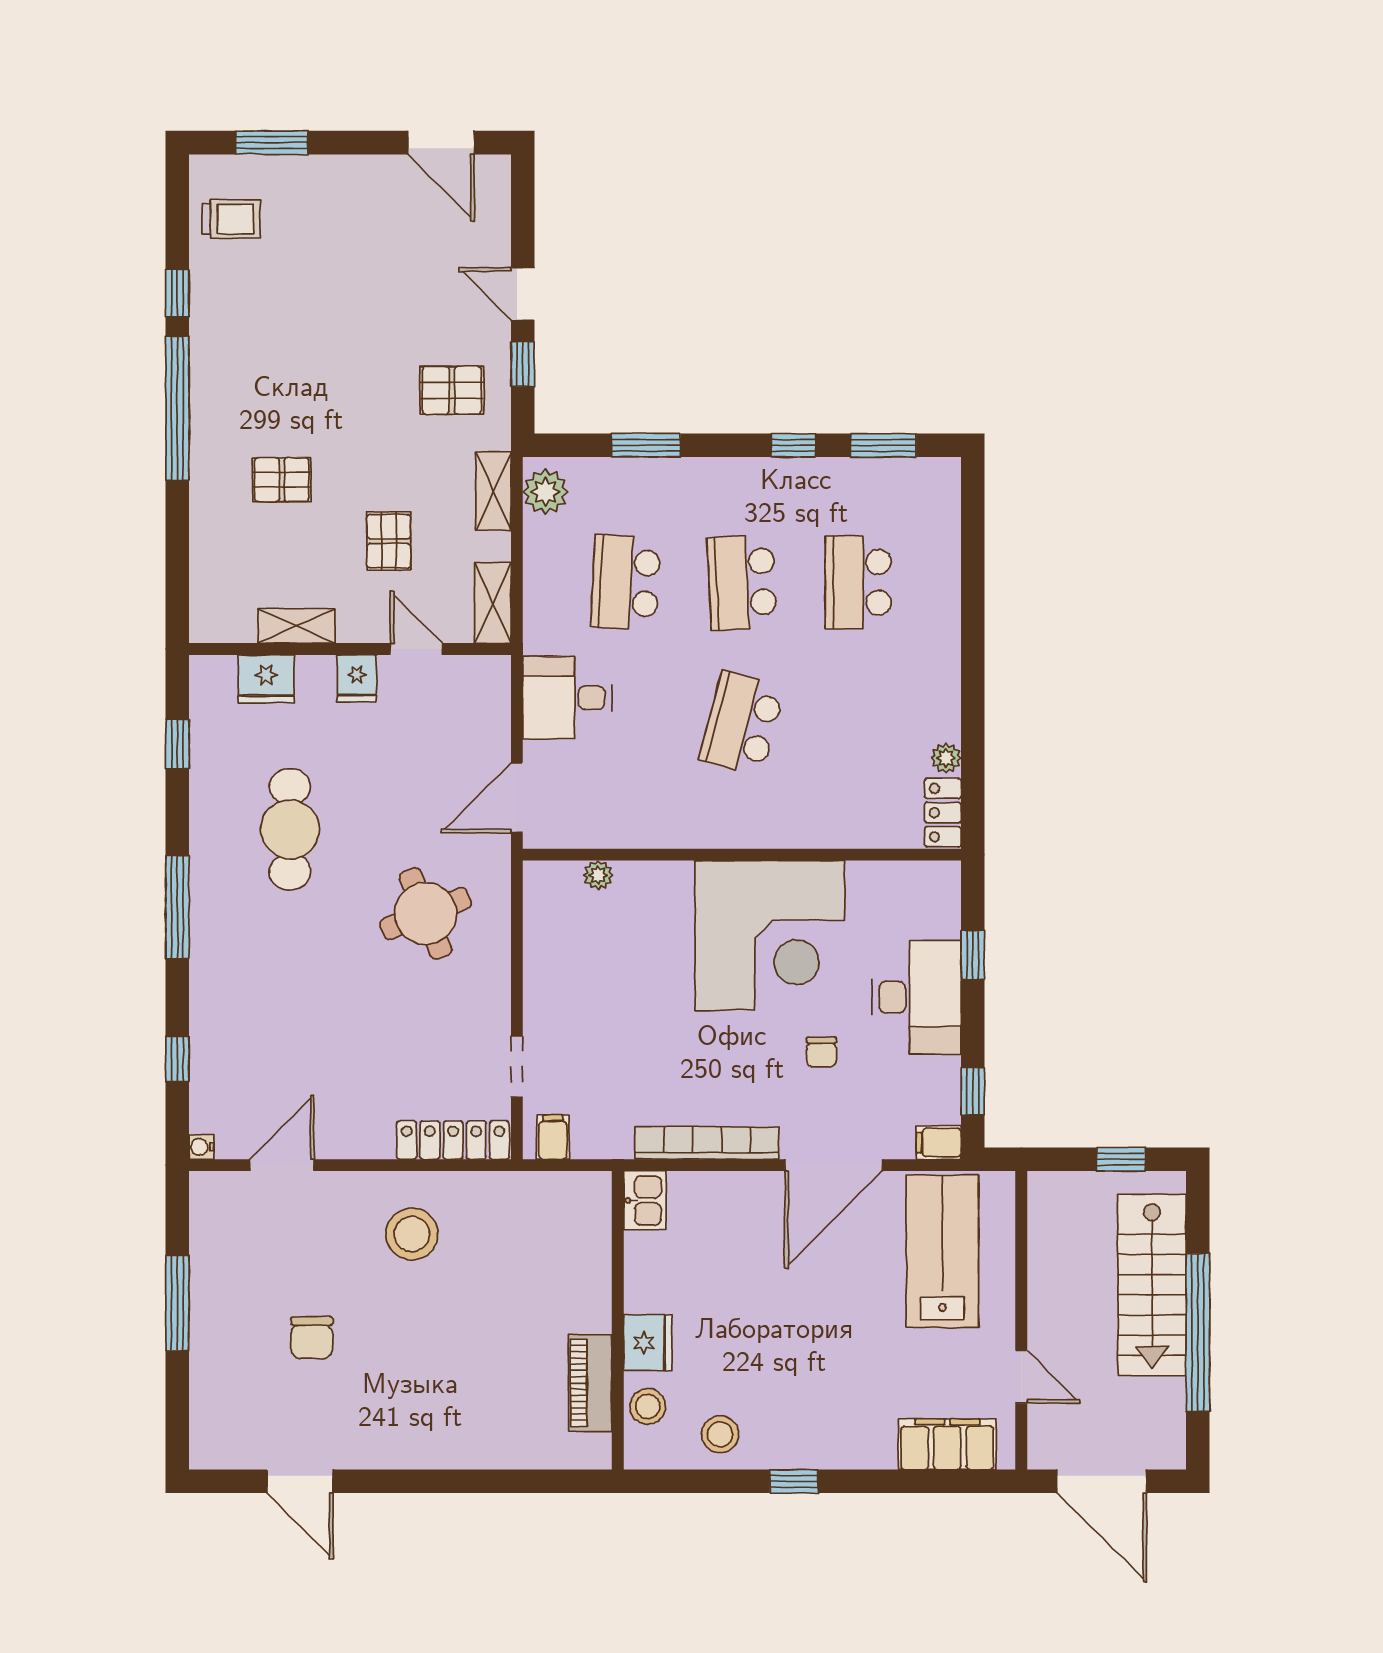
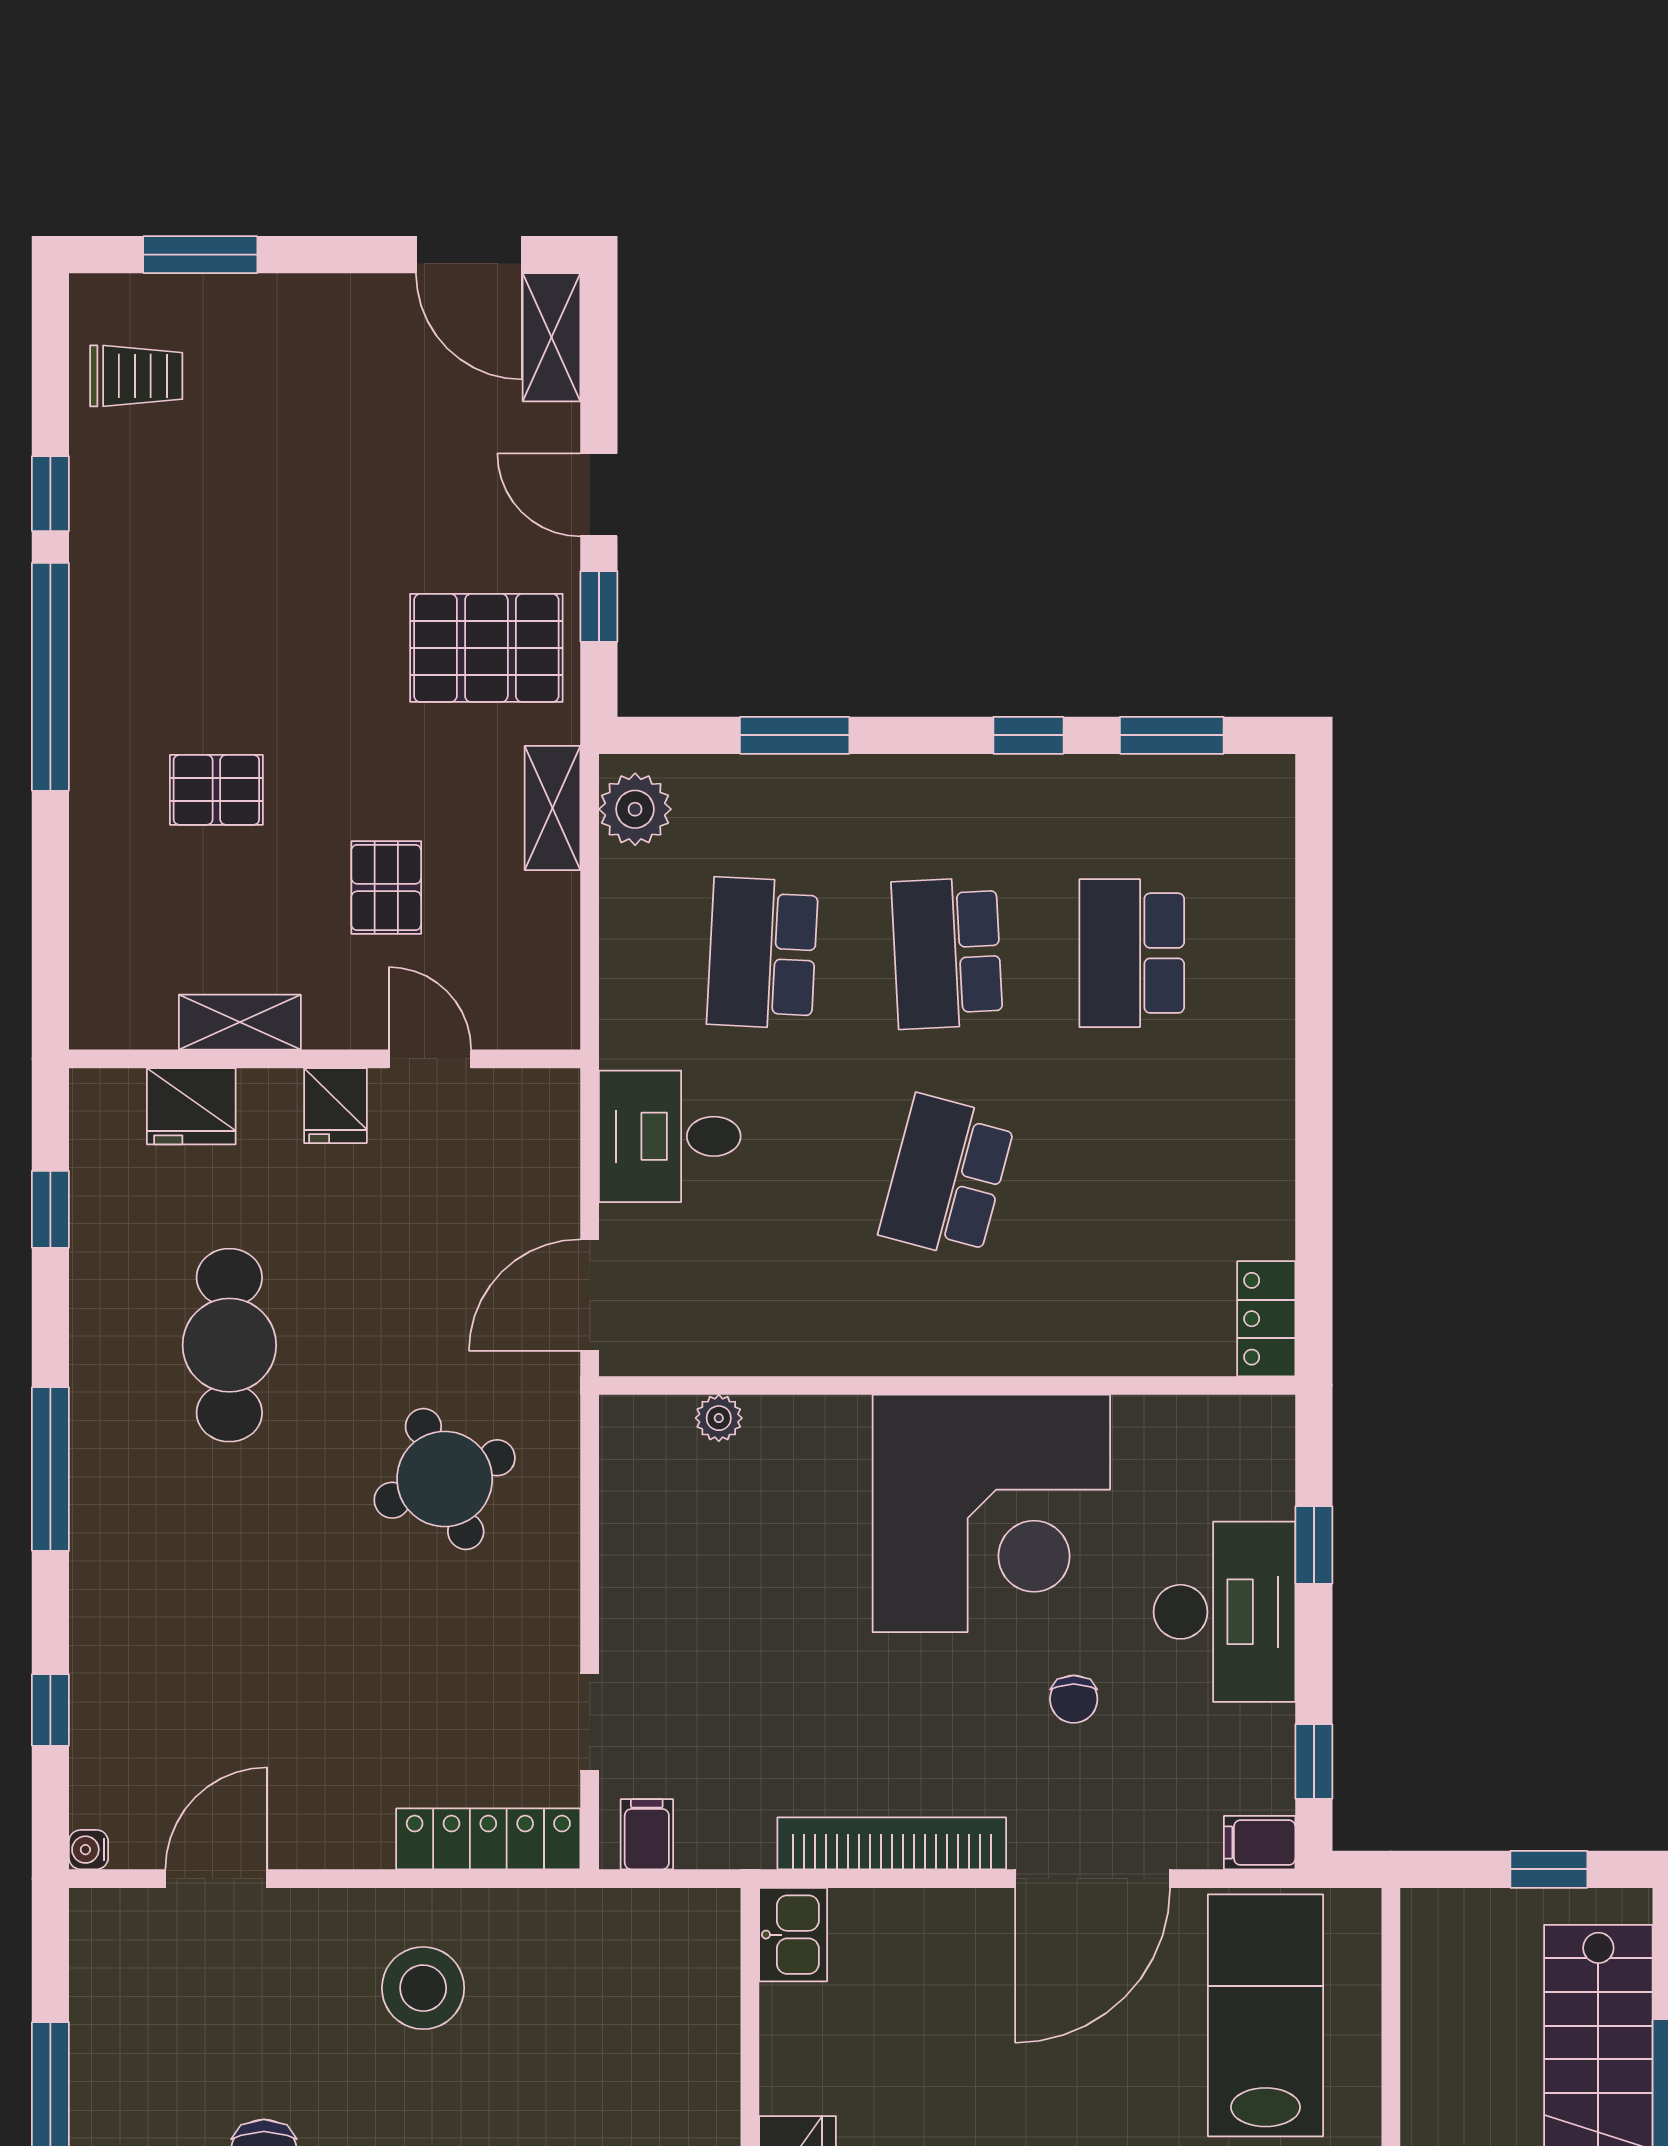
pallet: (452, 390) -> (486, 648), width x1.50, depth x1.42
shelving: (493, 603) -> (552, 337), moved
plant: (946, 758) -> (1271, 1232), removed

